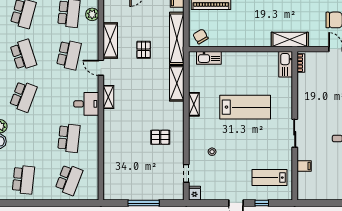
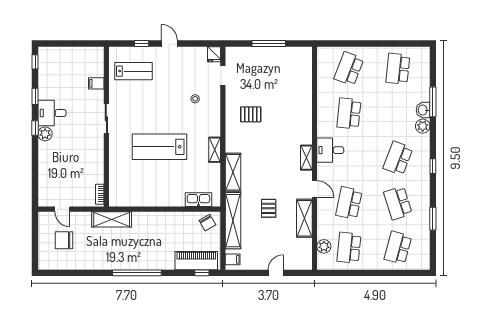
kitchen sink: (286, 64) -> (116, 193), removed

